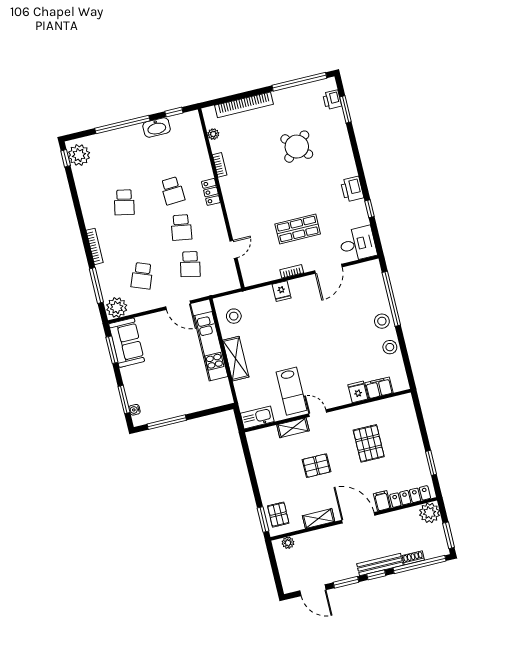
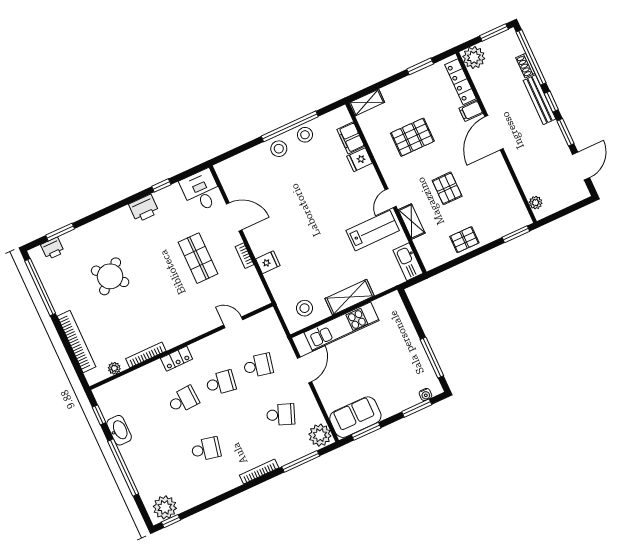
bookcase: (220, 165) -> (146, 355), width x1.56
window: (391, 299) -> (290, 126), moved
pallet: (278, 515) -> (464, 240), moved
shelving: (319, 519) -> (367, 103), moved, turned 90

